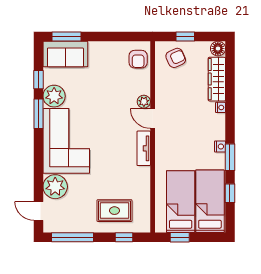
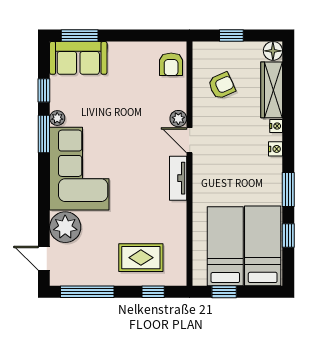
armchair: (176, 58) -> (222, 86), moved
plant: (54, 96) -> (57, 118), width x0.53, depth x0.53
nightstand: (220, 147) -> (276, 149), moved

